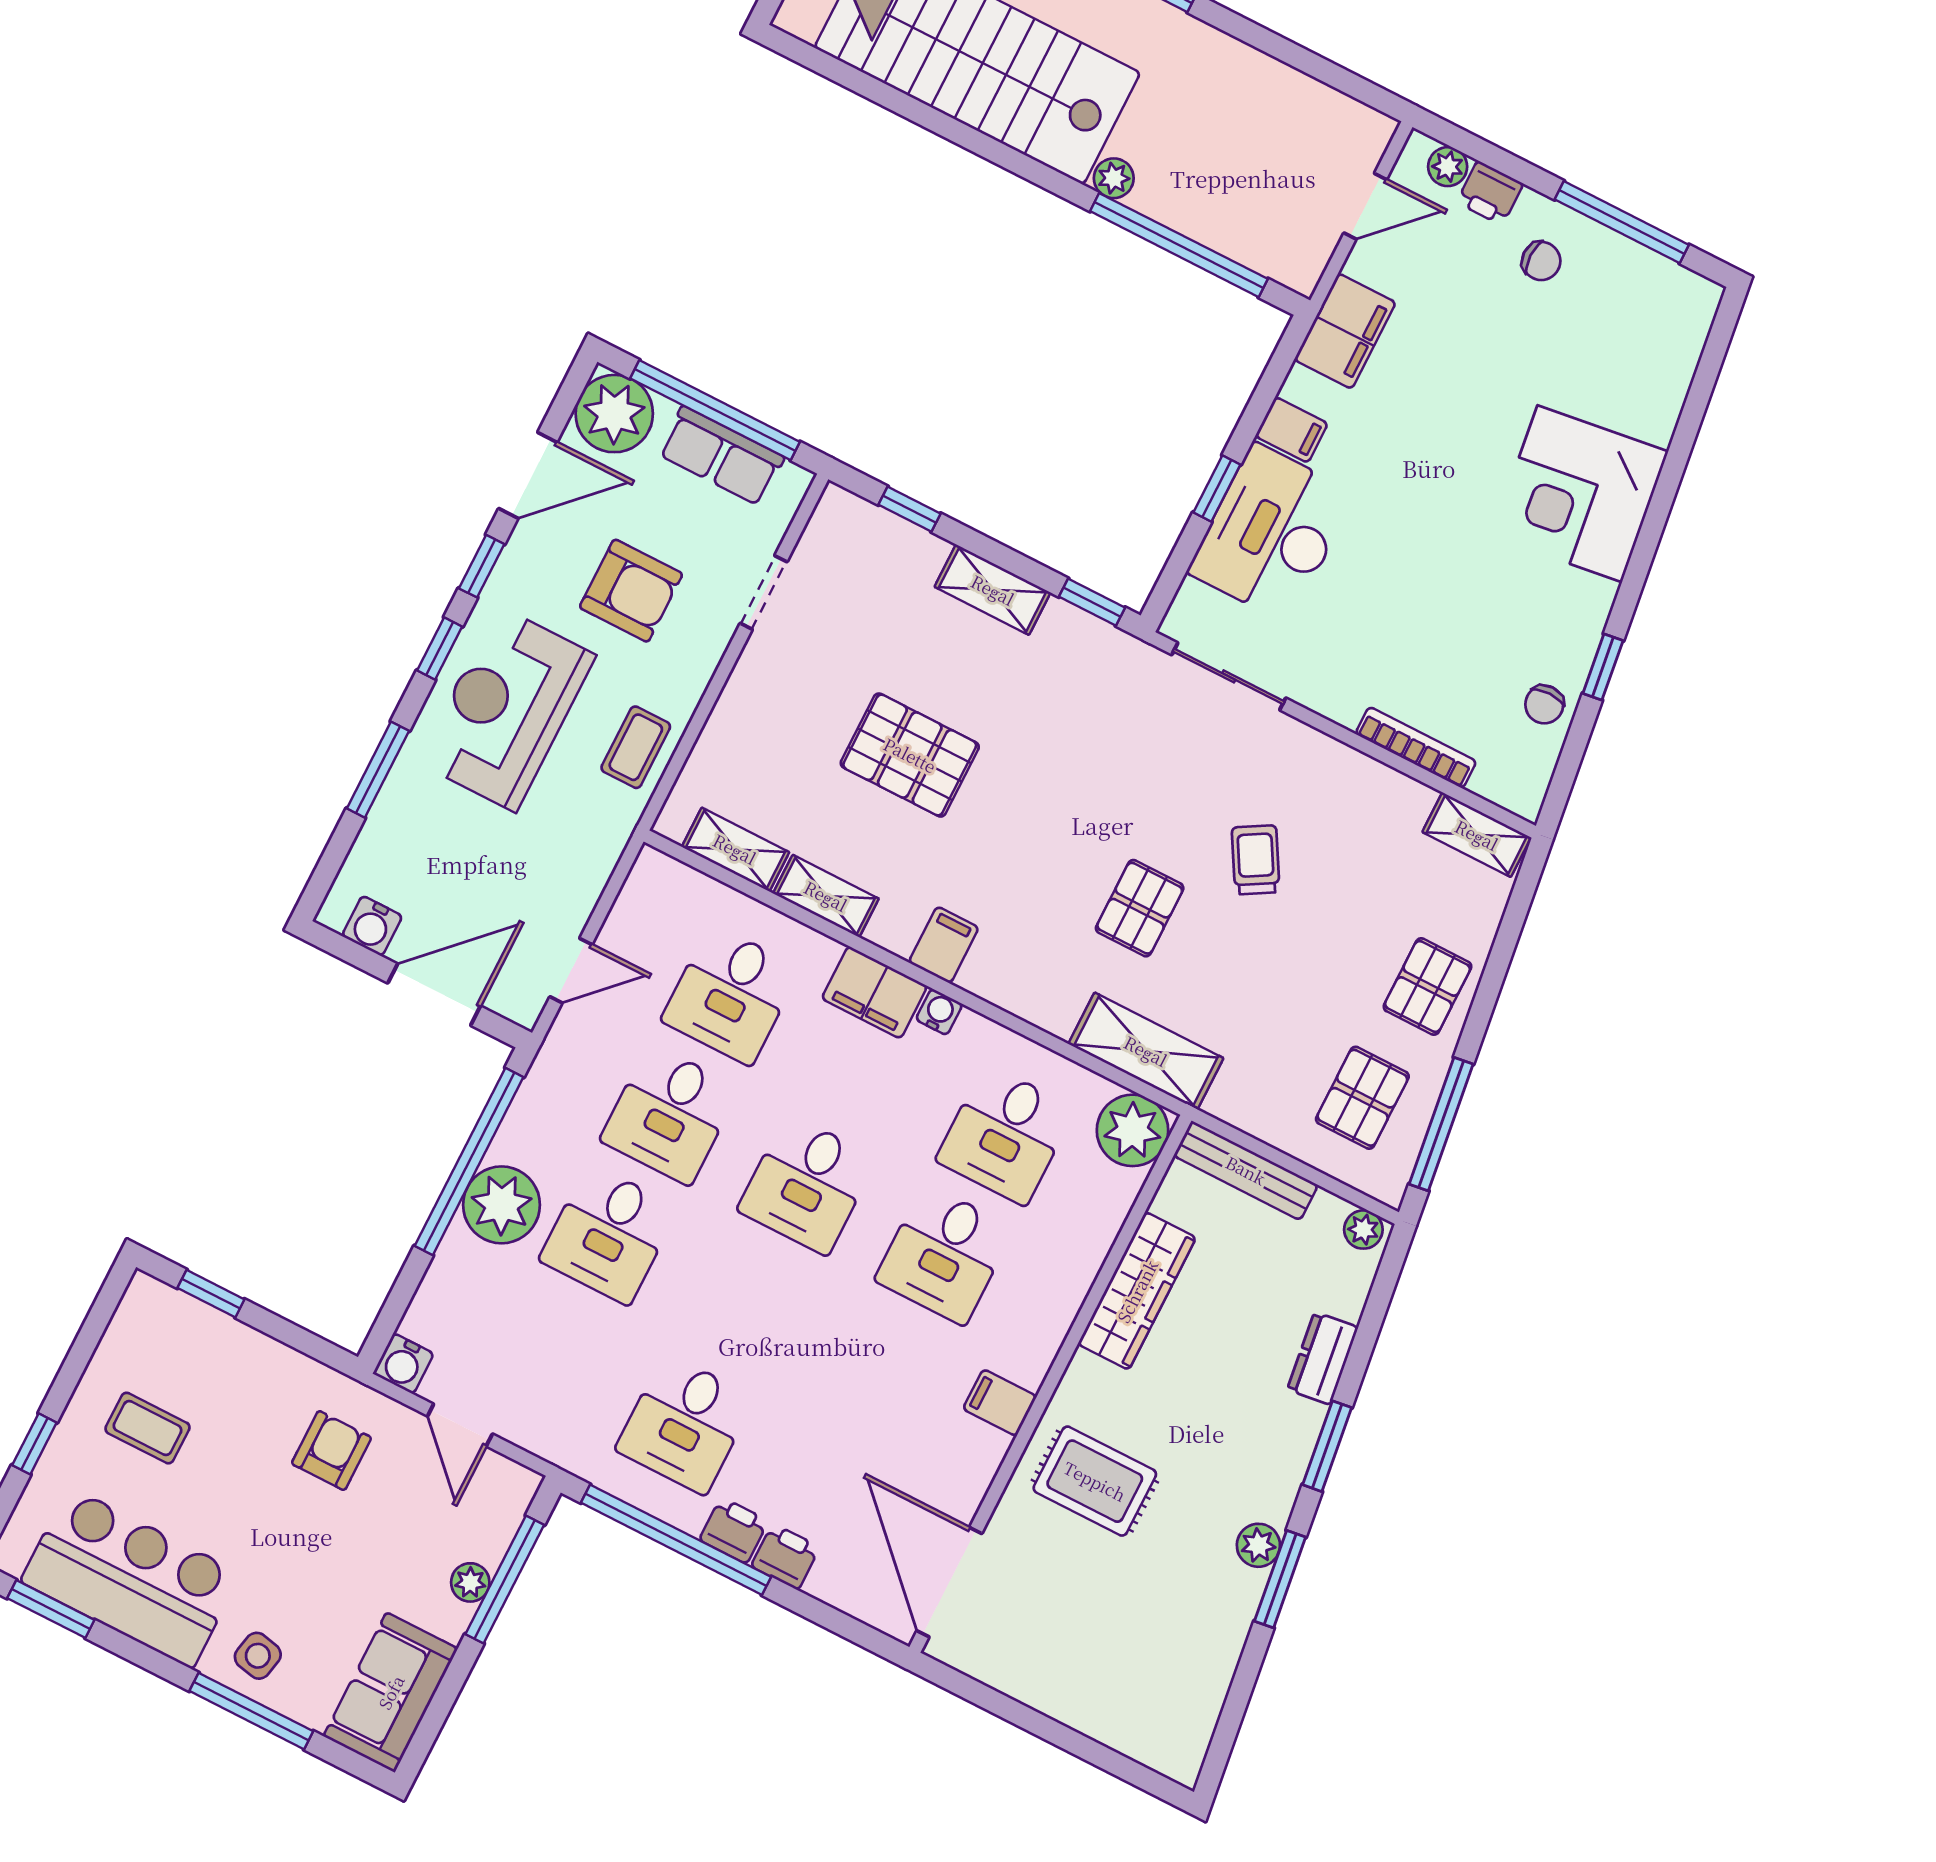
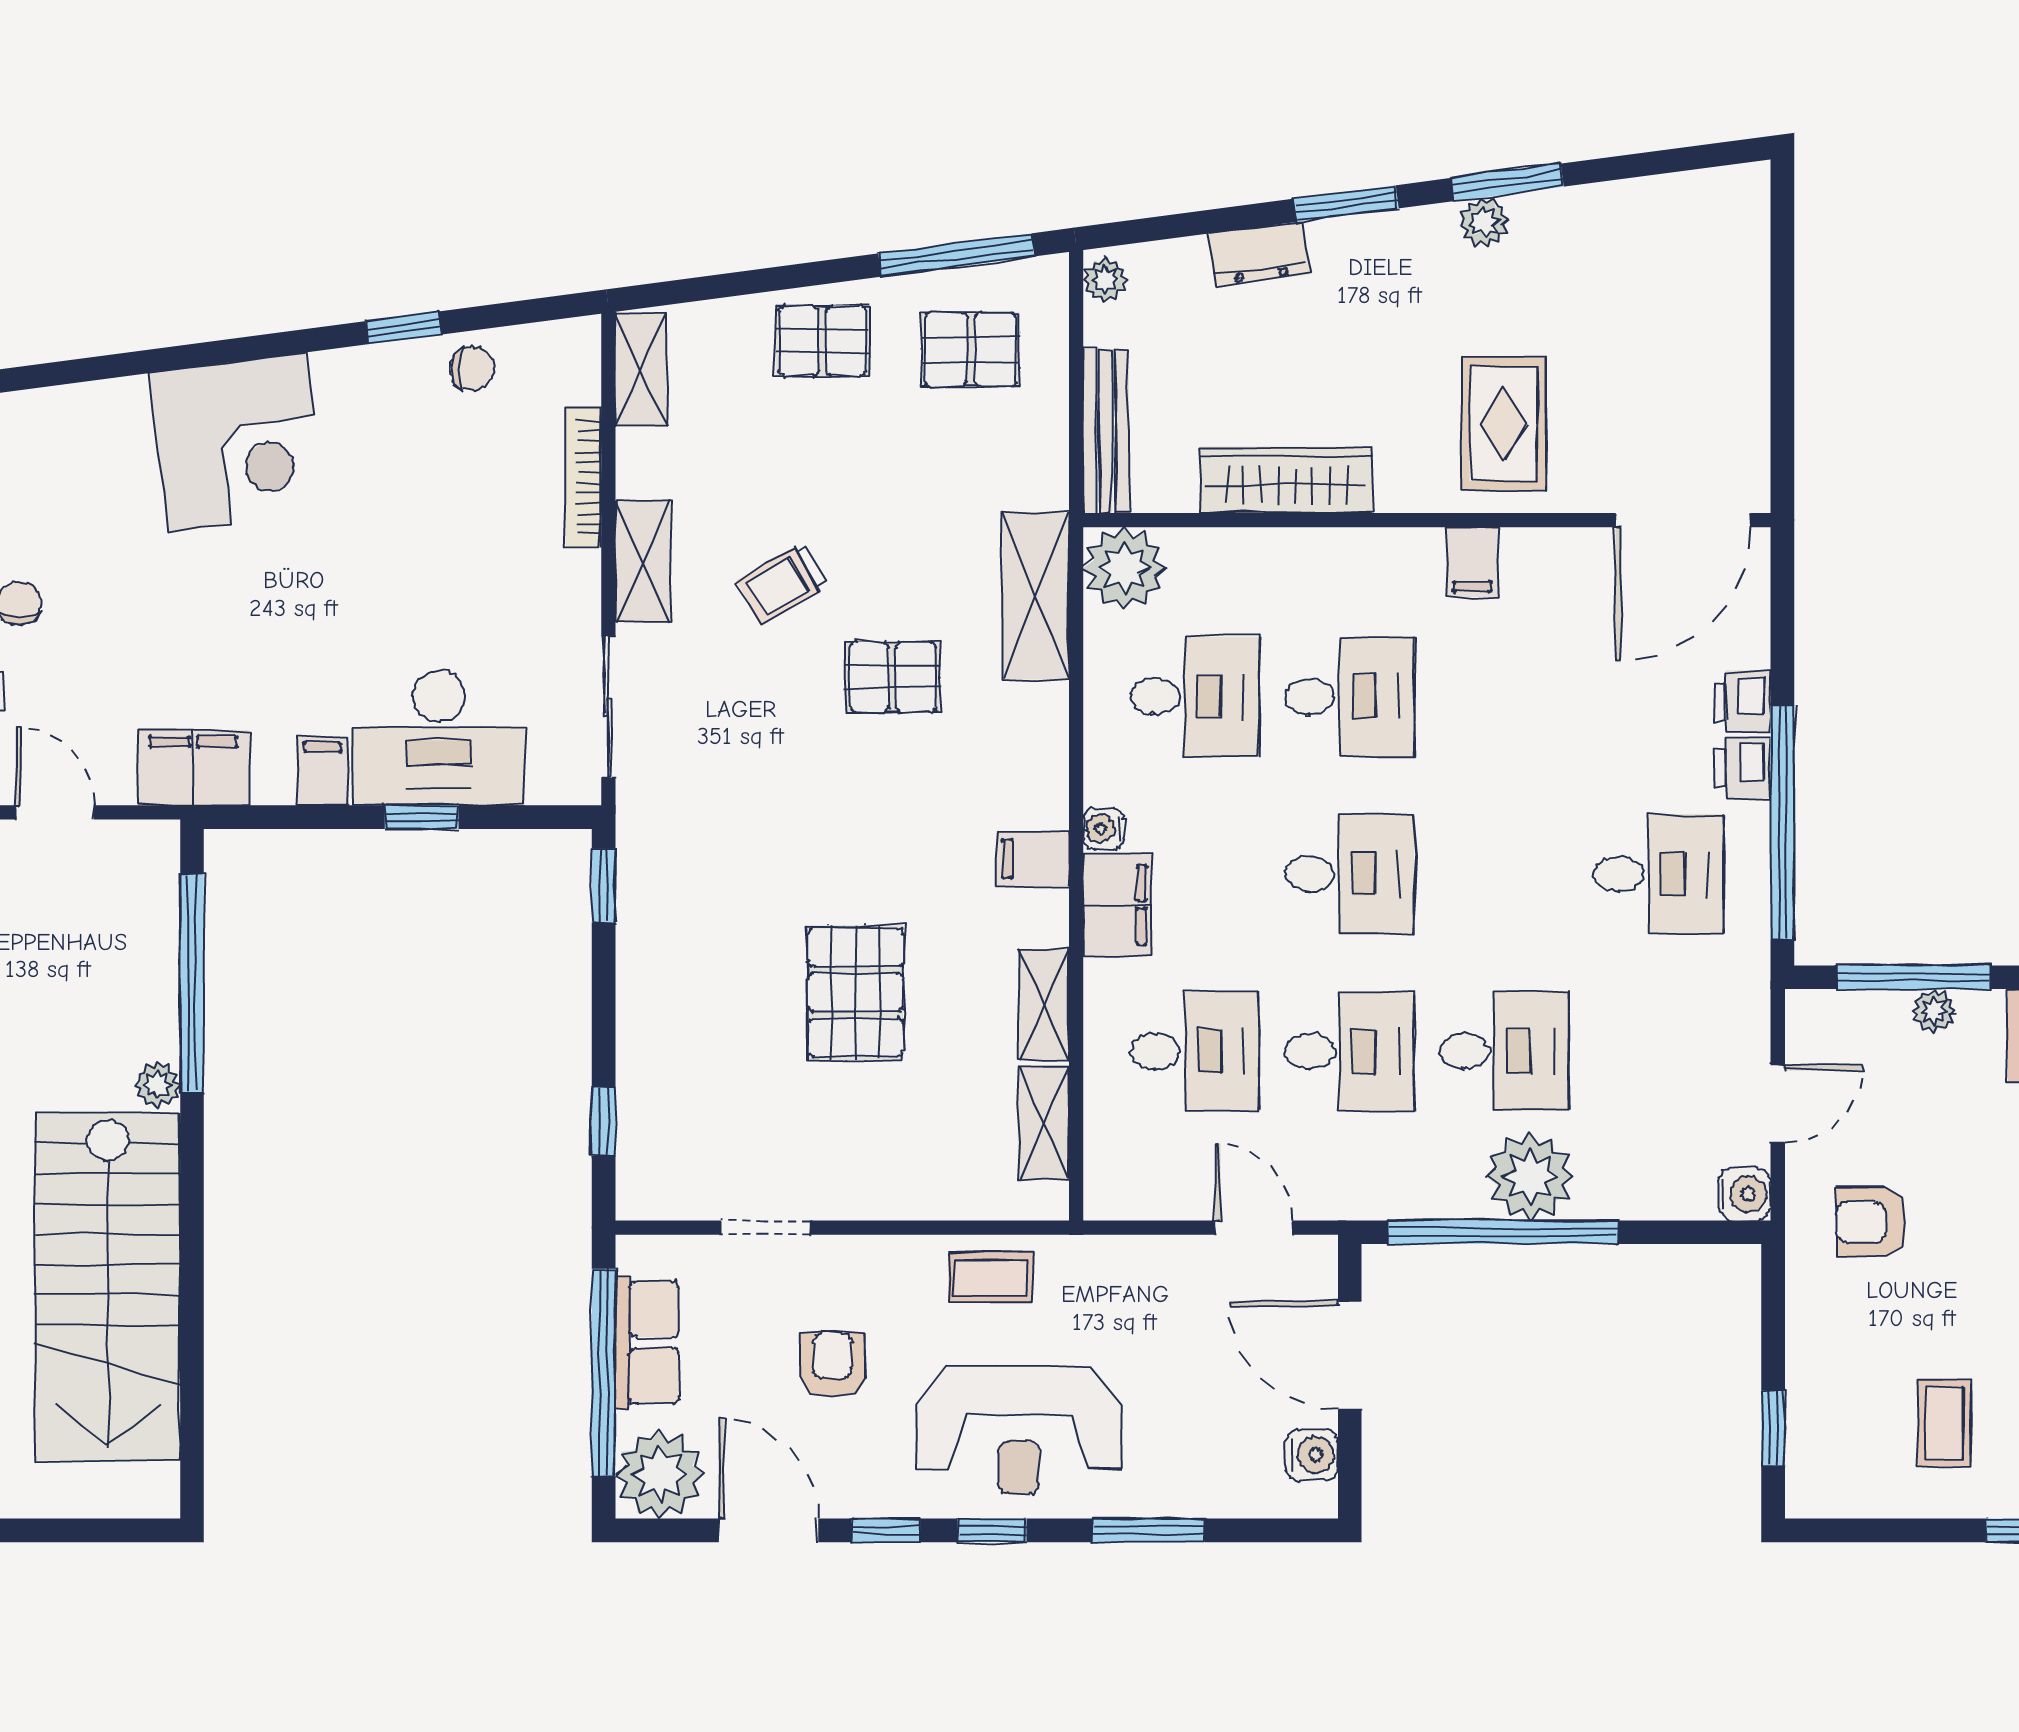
shelving: (993, 590) -> (643, 561), moved
armchair: (631, 591) -> (833, 1365), width x0.72, depth x0.72

